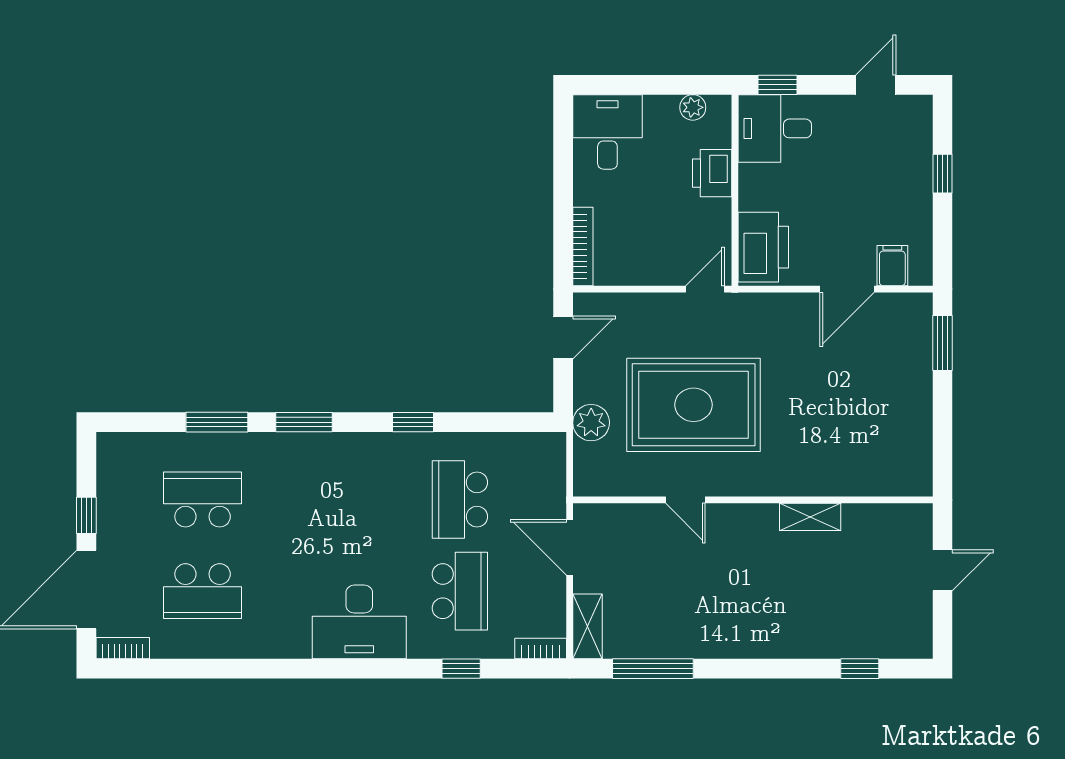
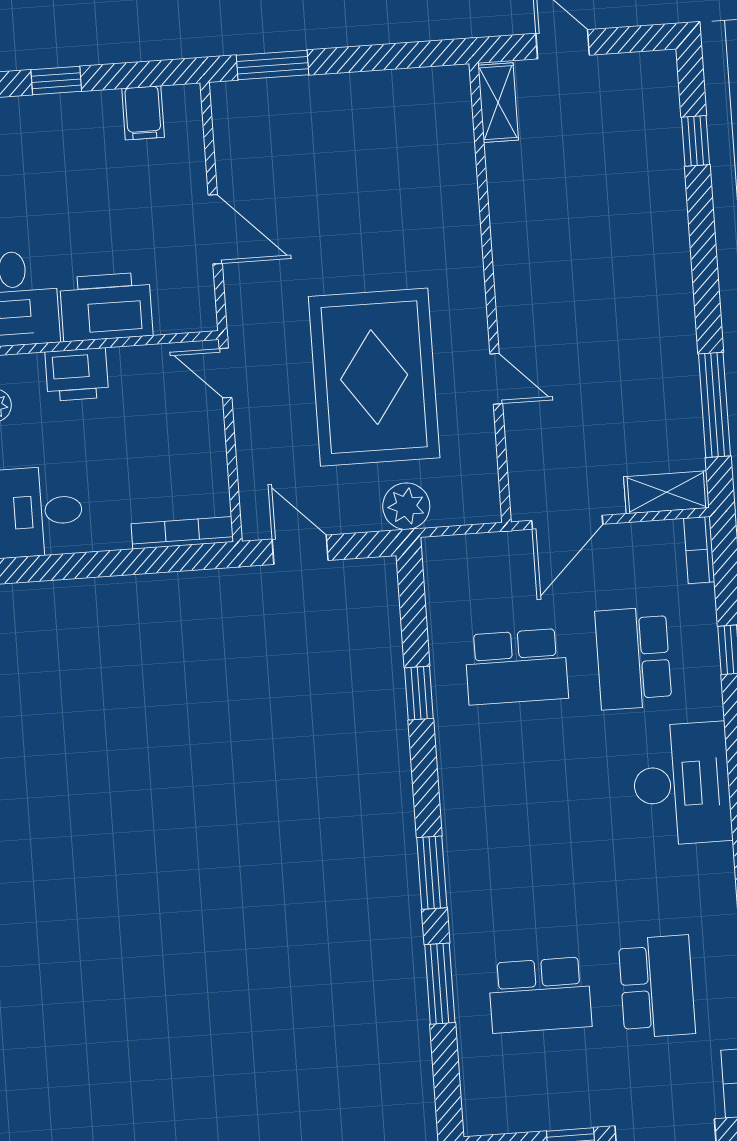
printer: (763, 247) -> (106, 307), moved
filing cabinet: (892, 266) -> (143, 113), moved, turned -90
door: (847, 289) -> (215, 229), moved
window: (413, 422) -> (419, 693), moved
school desk: (203, 500) -> (540, 995), turned -90
door: (685, 500) -> (496, 379), hinge flipped
shelving: (810, 517) -> (498, 103), moved
school desk: (460, 591) -> (633, 658), turned -90

